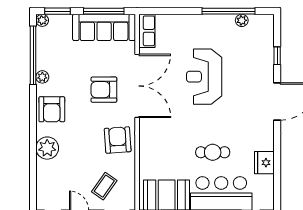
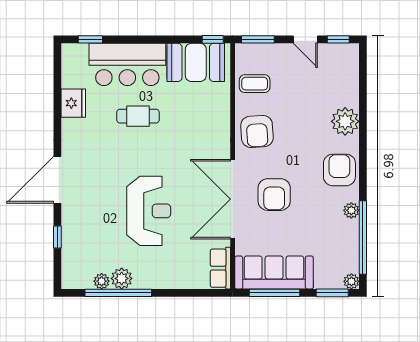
plant: (226, 23) -> (122, 278), added
armchair: (104, 90) -> (274, 195), turned 90
coffee table: (104, 186) -> (255, 84), moved, turned 55

